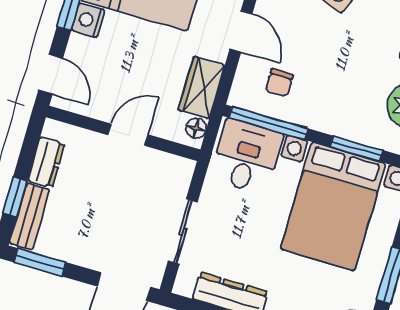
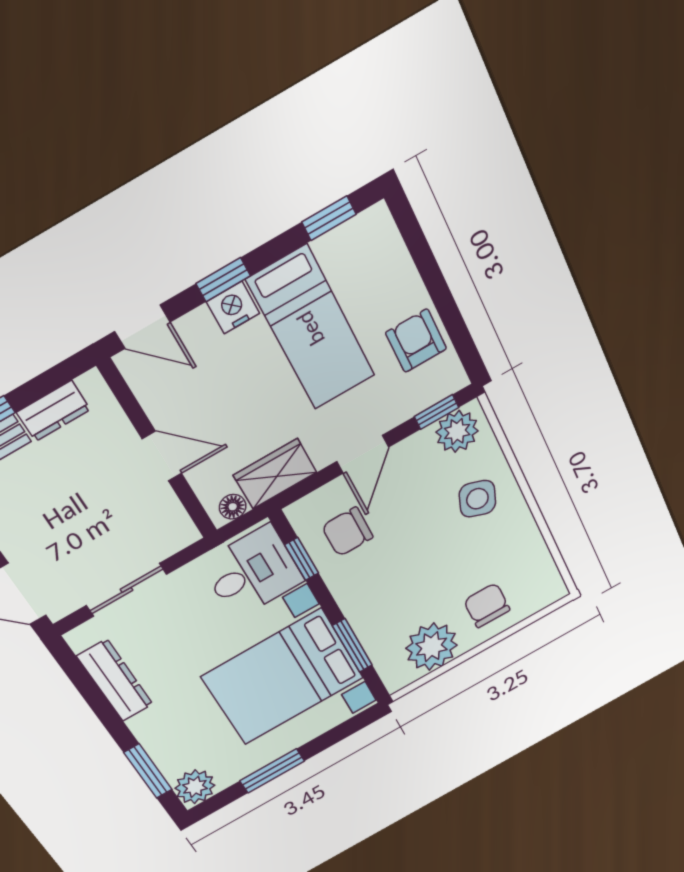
door: (51, 74) -> (142, 327), hinge flipped
chair: (279, 83) -> (347, 532), width x1.37, depth x1.37
window: (268, 123) -> (302, 559), width x0.46

